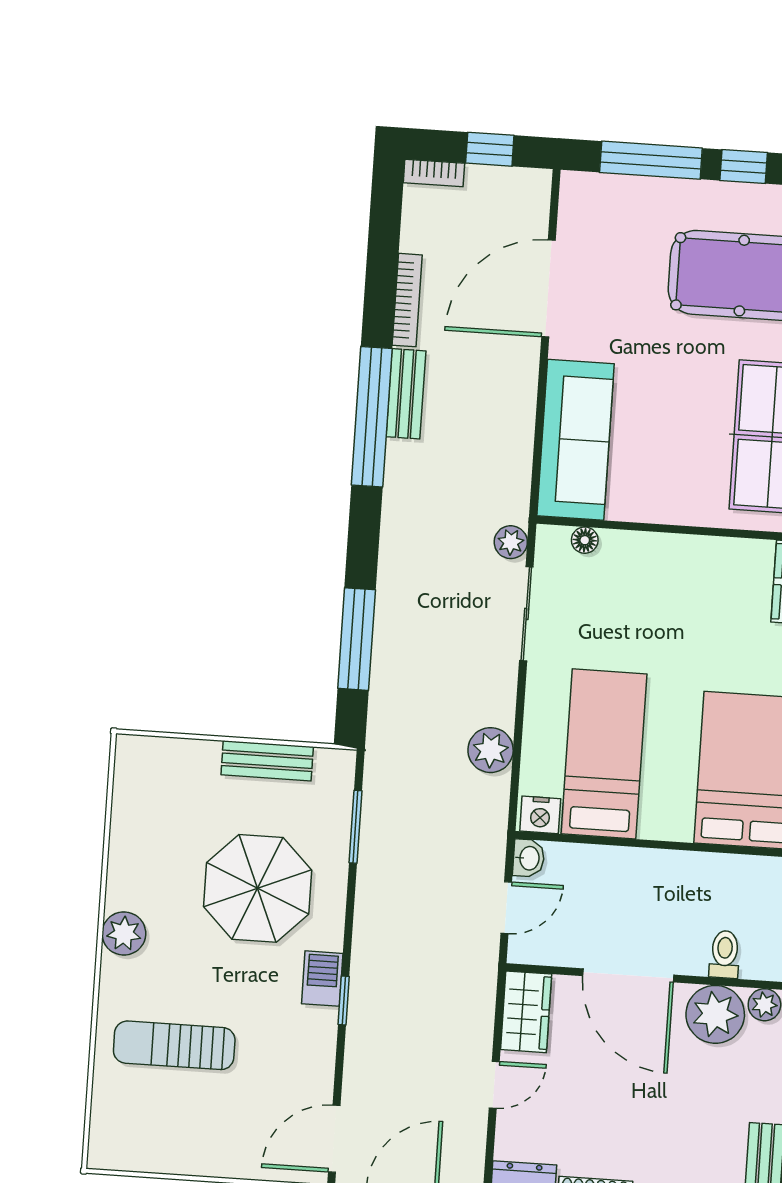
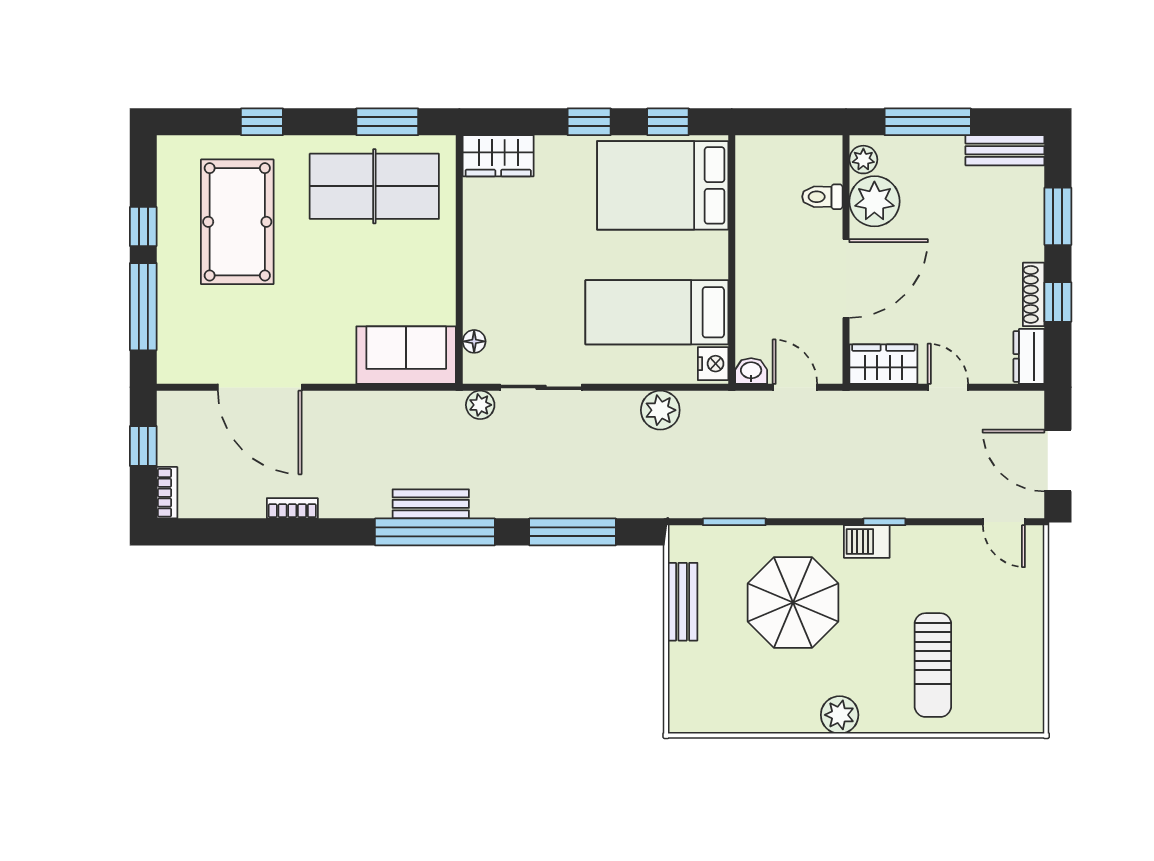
bookcase: (407, 300) -> (292, 508), width x0.64
bench: (406, 394) -> (431, 504), moved
window: (372, 417) -> (435, 532), moved
sofa: (576, 440) -> (406, 355), width x0.73
door: (334, 1139) -> (1004, 522), width x0.73

